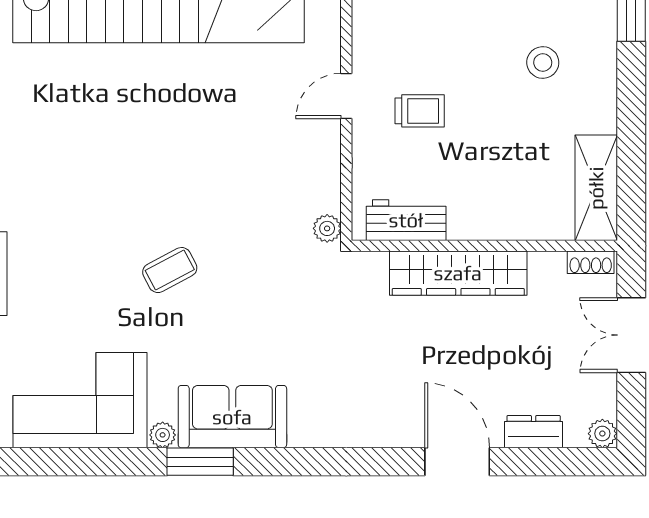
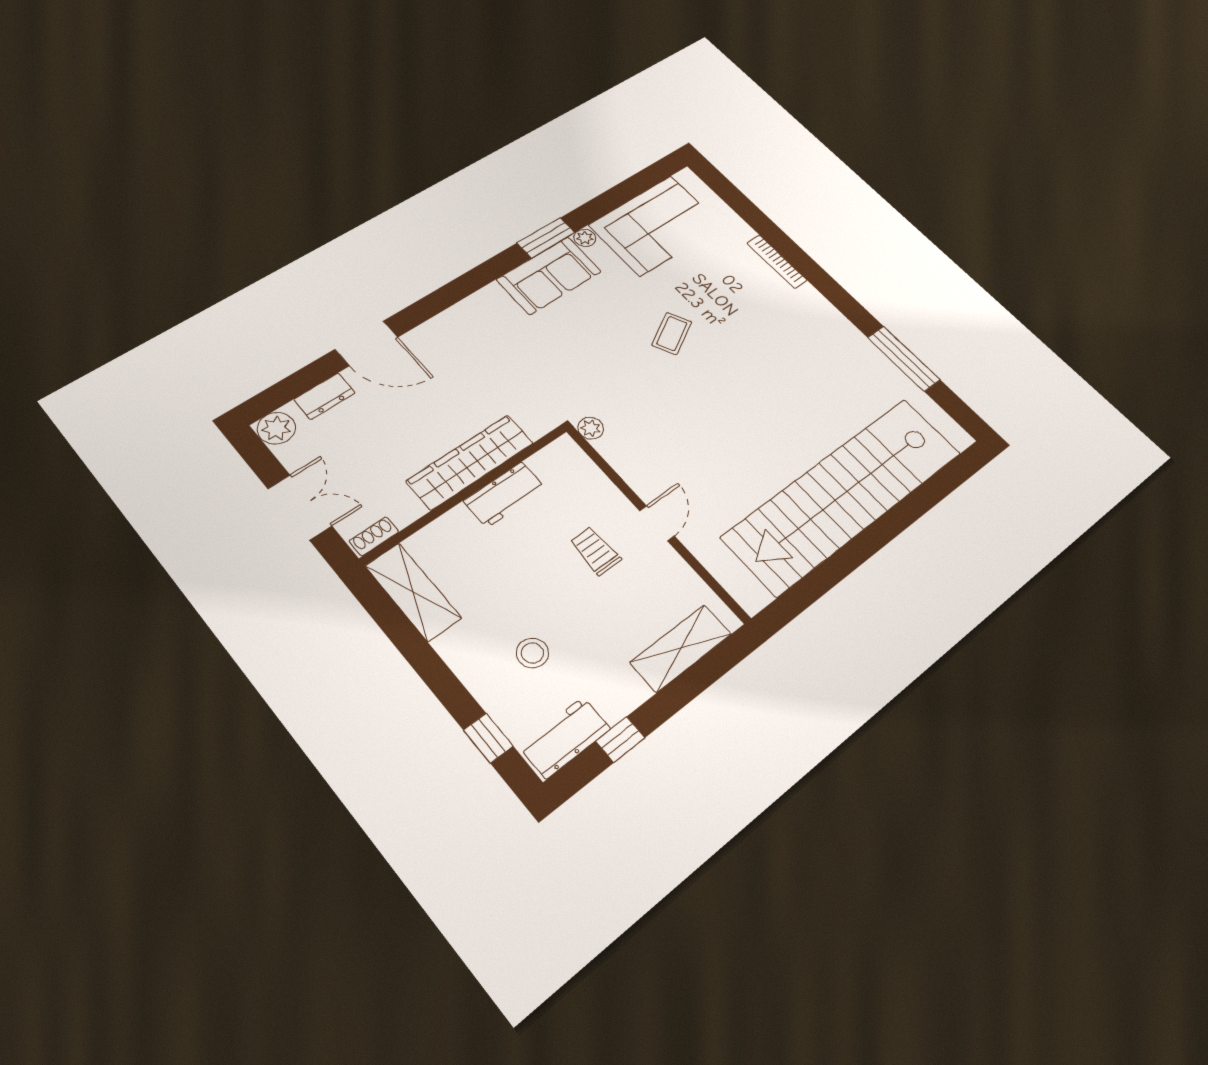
trolley: (420, 111) -> (595, 551), turned 90
workbench: (406, 220) -> (505, 495), moved
plant: (602, 434) -> (276, 428), width x1.38, depth x1.38

